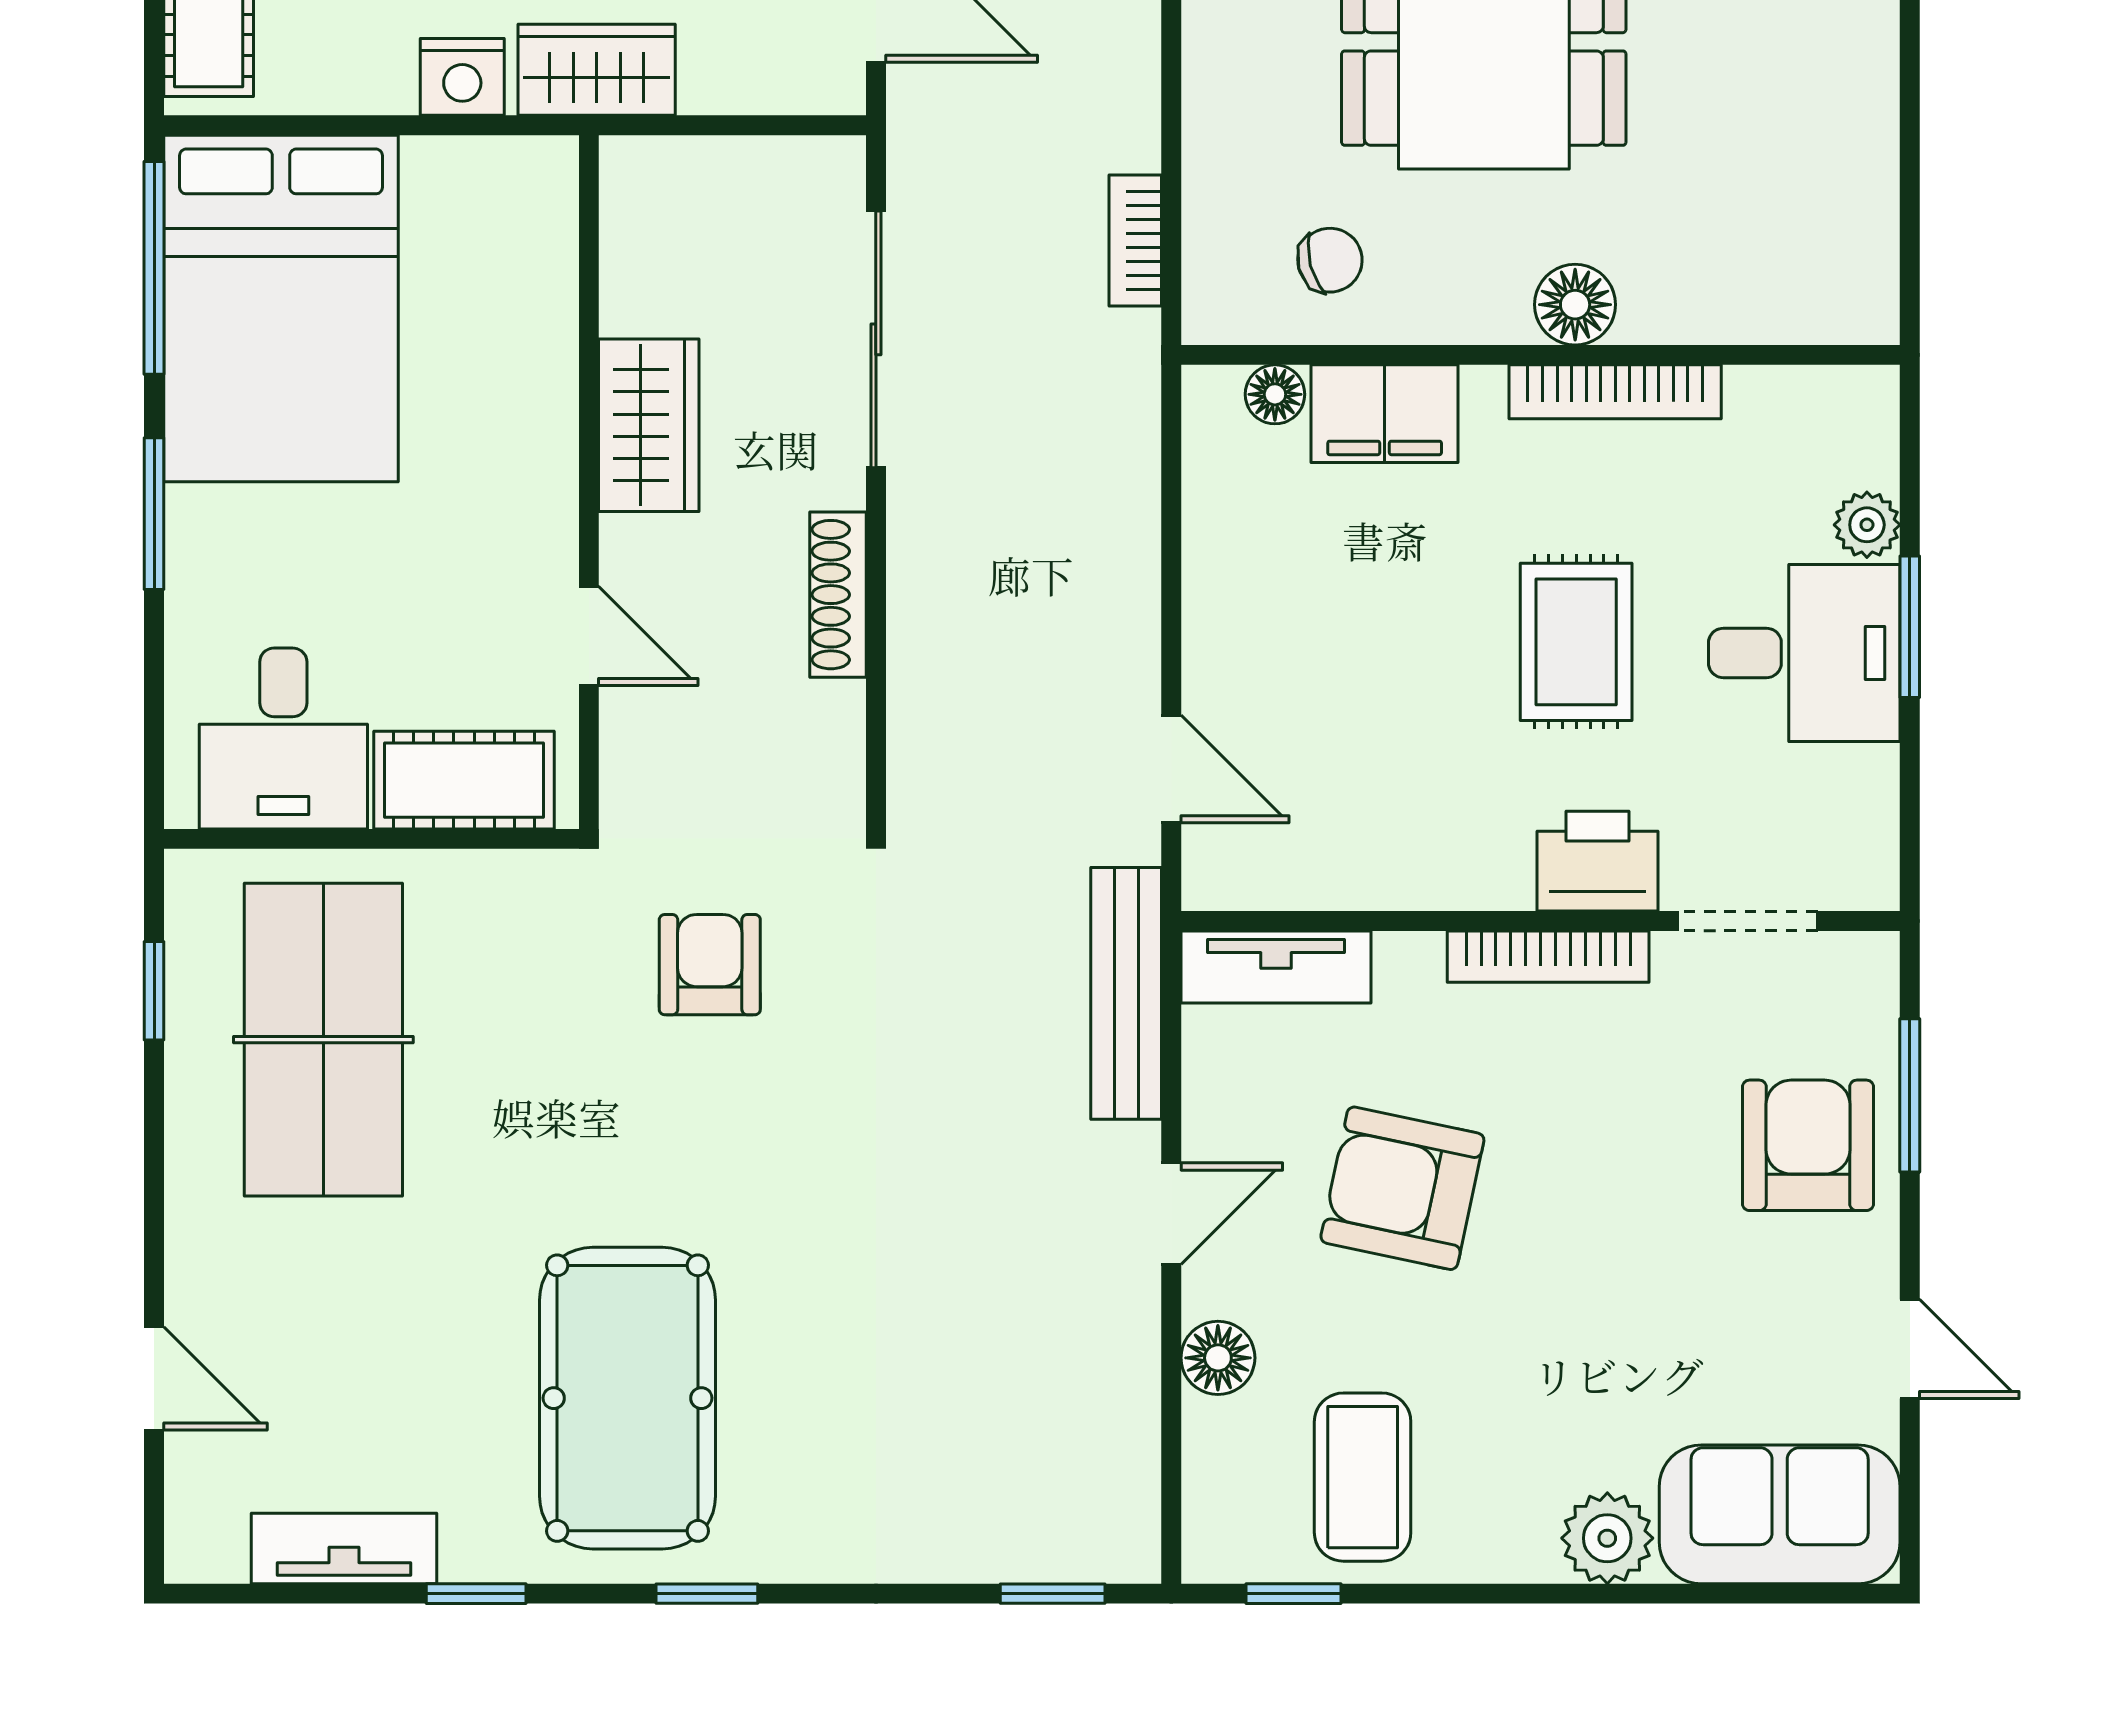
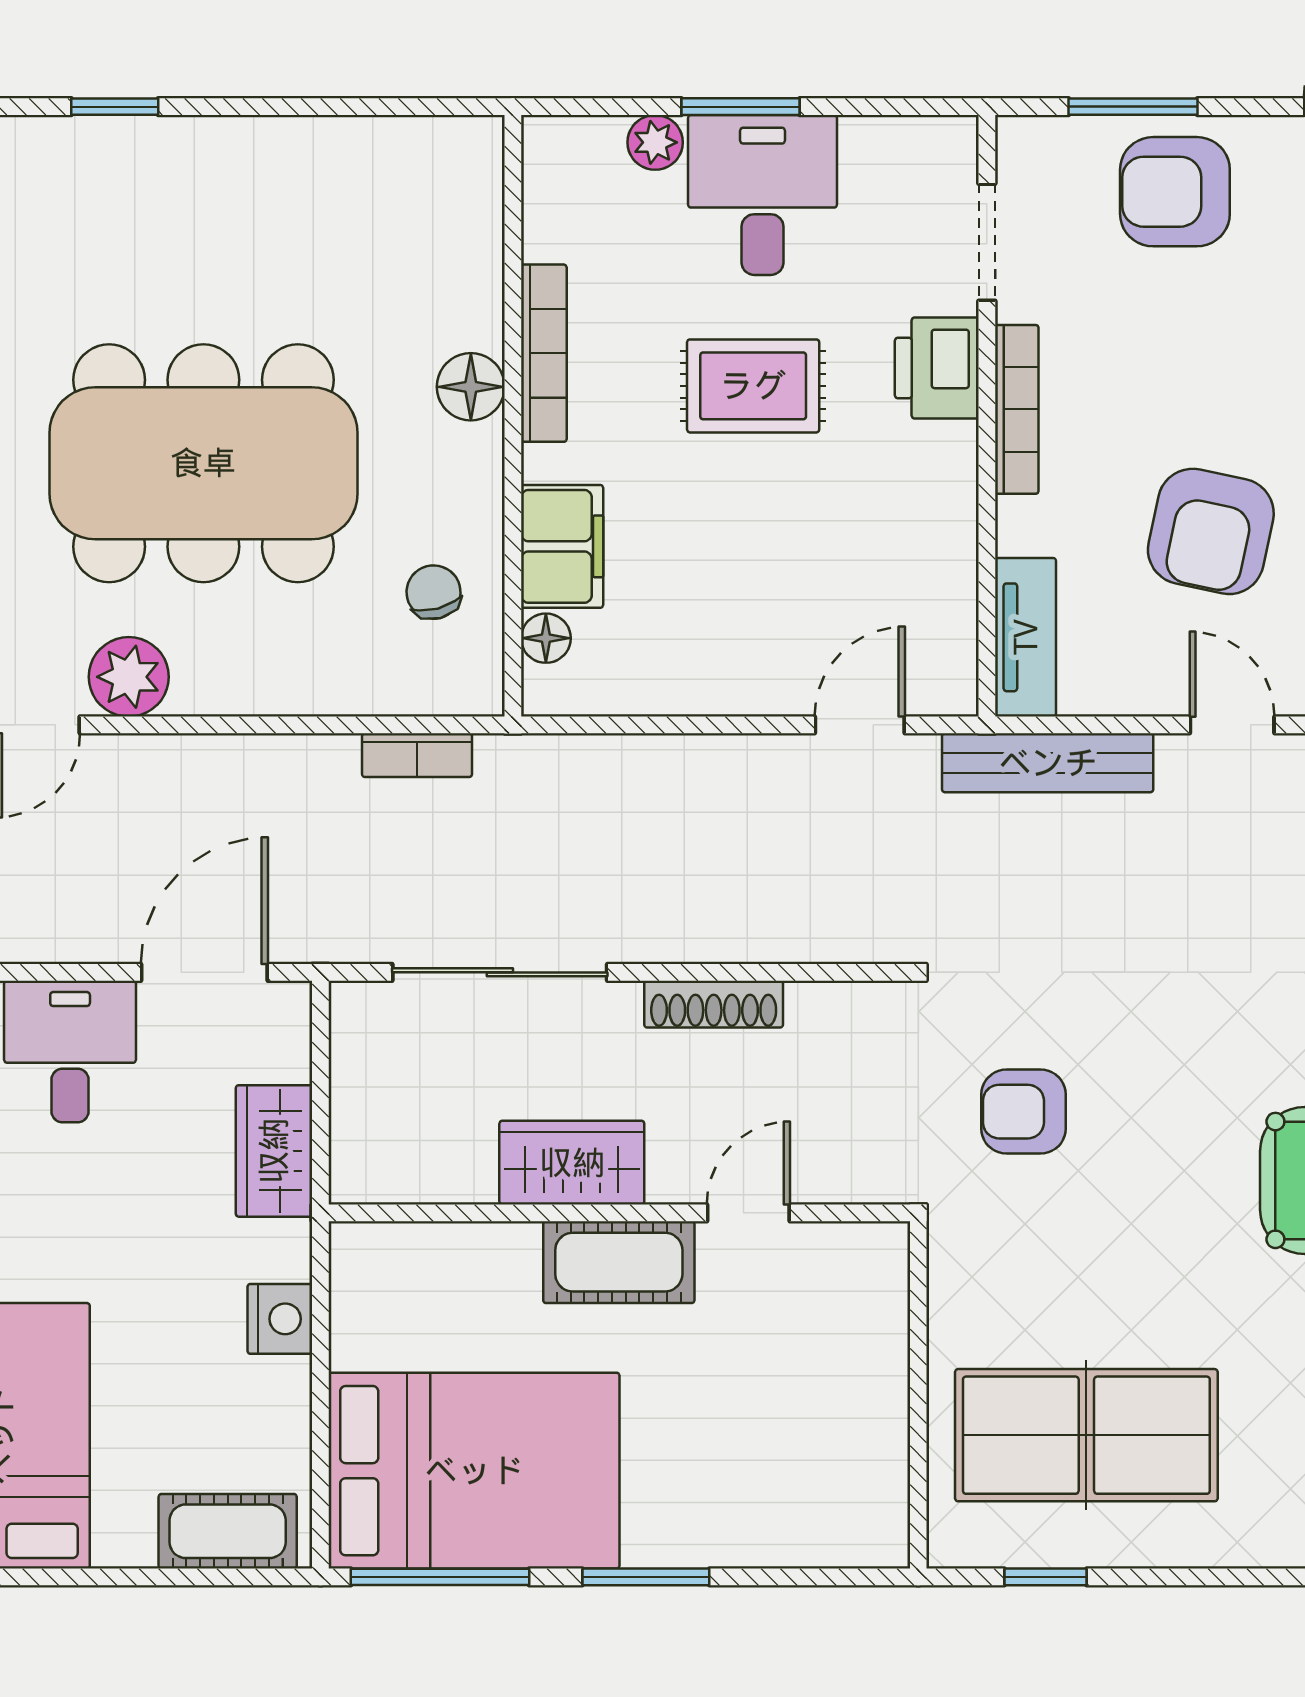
wardrobe: (597, 70) -> (274, 1151), moved
desk: (283, 739) -> (834, 1469), removed
cot: (464, 780) -> (619, 1262), moved, turned 90

